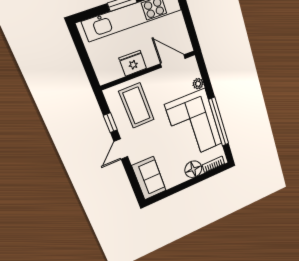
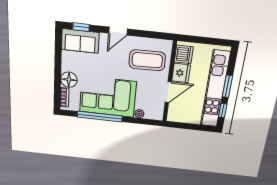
door: (173, 61) -> (168, 92), moved
dishwasher: (111, 71) -> (184, 54), added
window: (110, 123) -> (81, 27), moved
door: (121, 149) -> (118, 31), swing flipped

